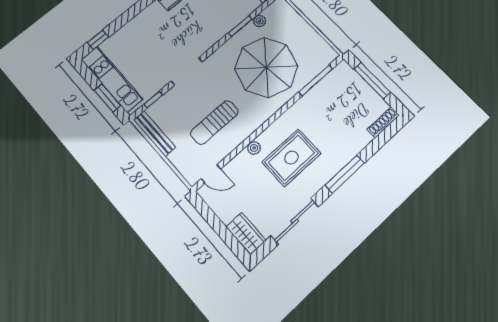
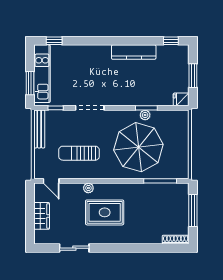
plant: (260, 21) -> (145, 115), moved
window: (345, 174) -> (126, 248), removed
sliding door: (295, 221) -> (74, 248), width x0.73
wardrobe: (246, 233) -> (42, 216), moved

